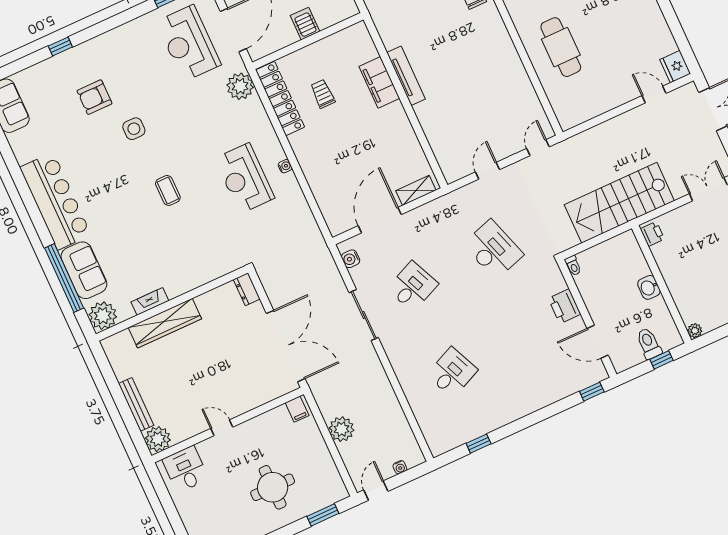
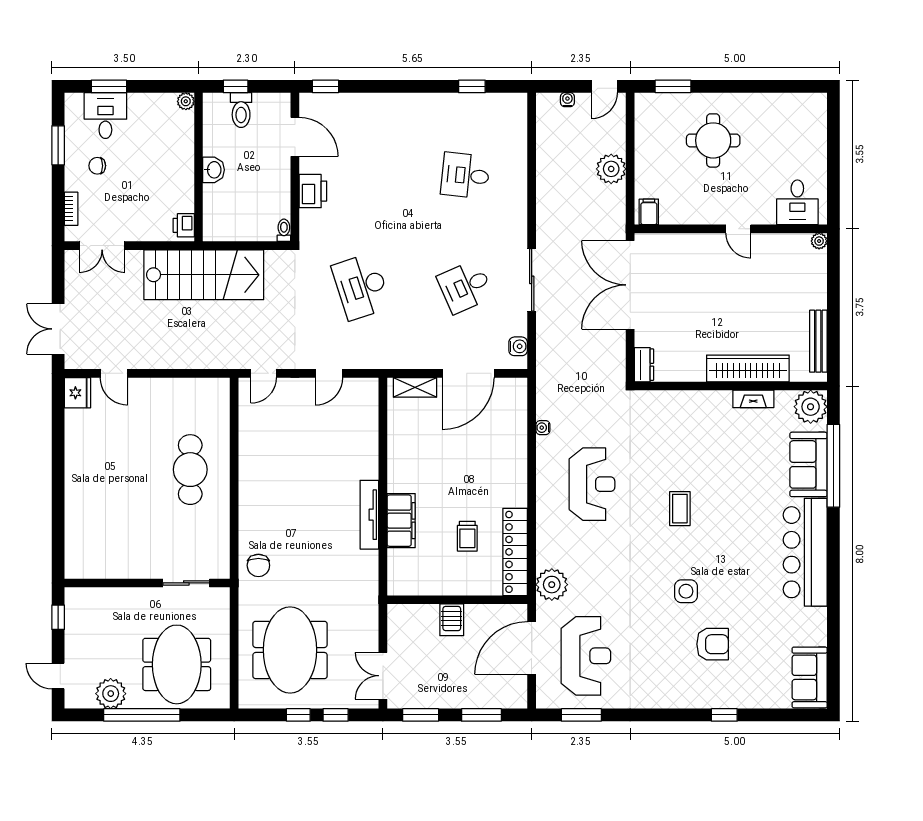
water cooler: (285, 166) -> (543, 428), moved
desk: (452, 372) -> (465, 175), turned 30
bench: (136, 404) -> (818, 341), moved
plant: (158, 439) -> (819, 241), width x0.53, depth x0.53

